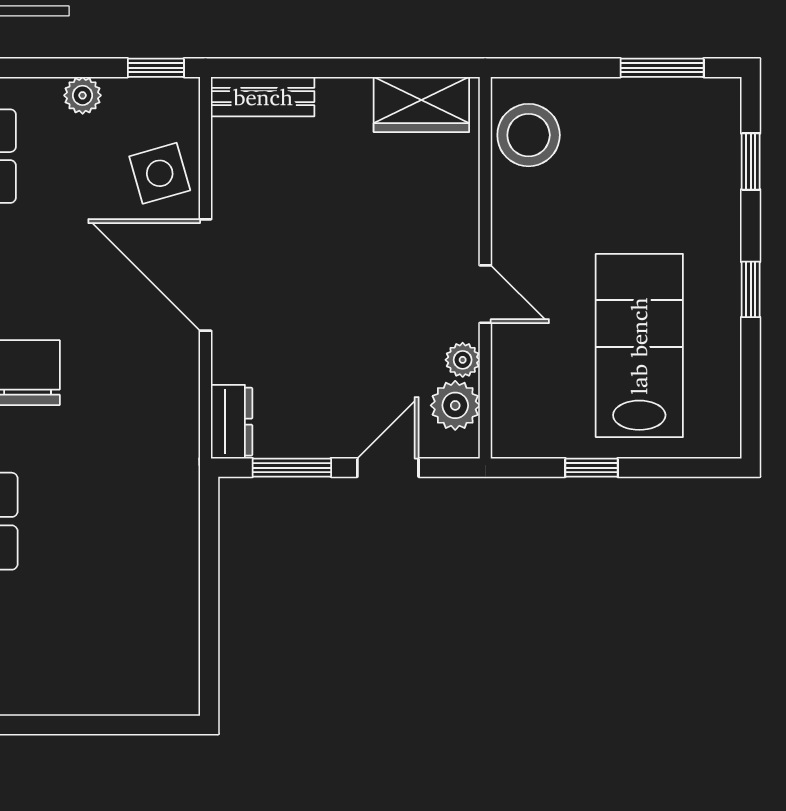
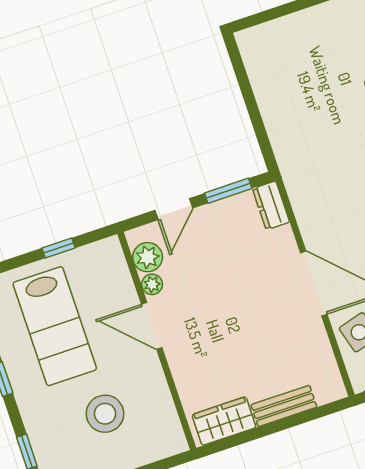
bench: (263, 97) -> (284, 406), moved
stool: (529, 135) -> (105, 414), moved
door: (485, 294) -> (152, 326), width x1.38

